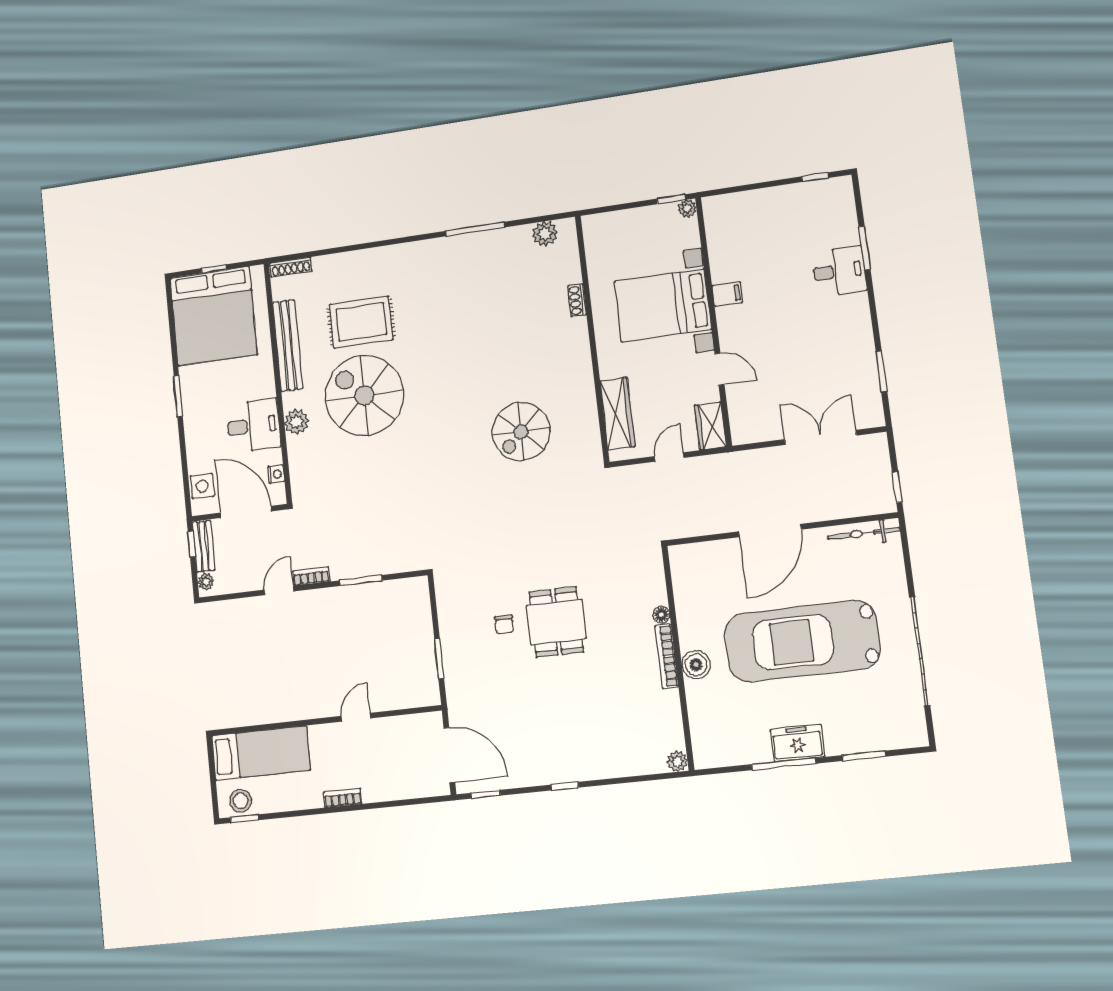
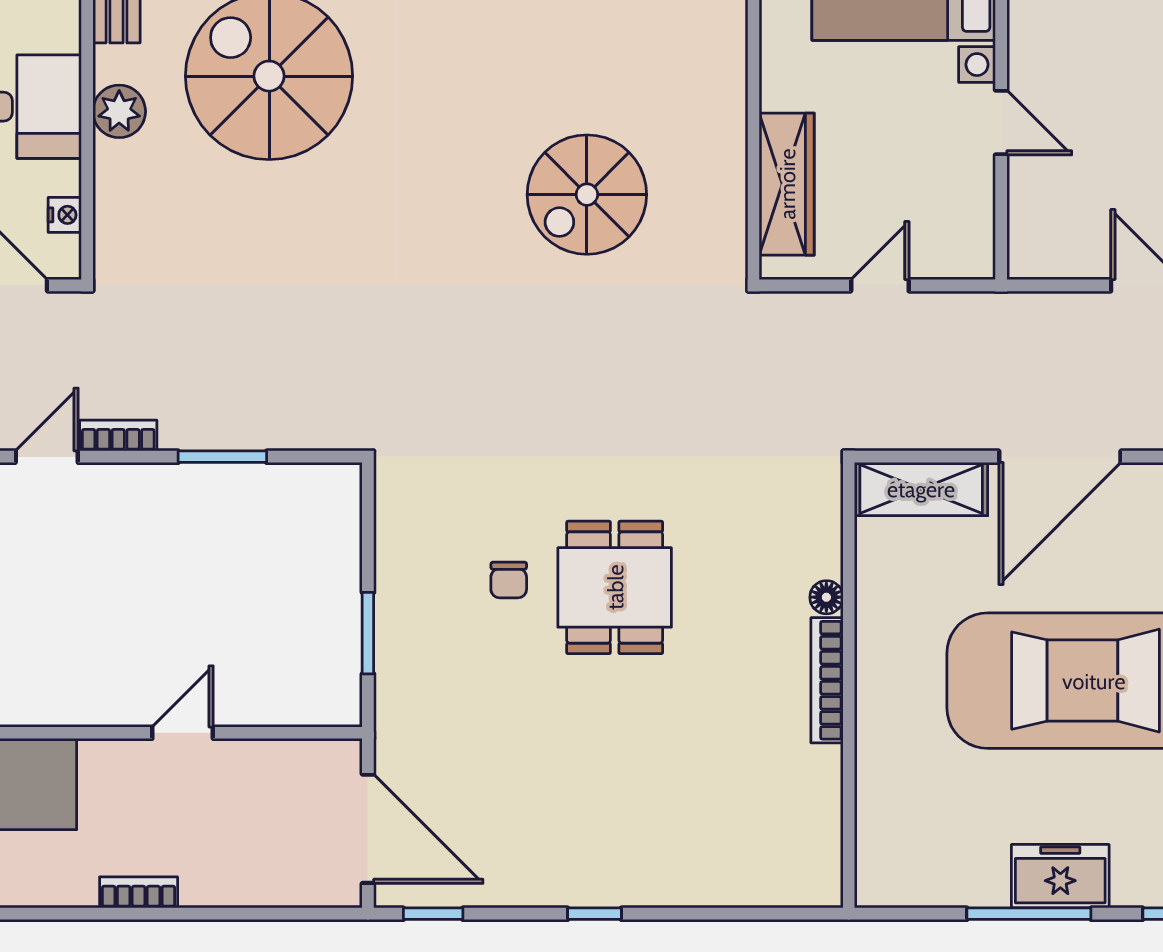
wardrobe: (710, 426) -> (969, 234), removed
shelving: (702, 555) -> (921, 489), added
boiler: (696, 665) -> (882, 703), removed
plant: (677, 761) -> (823, 888), removed

